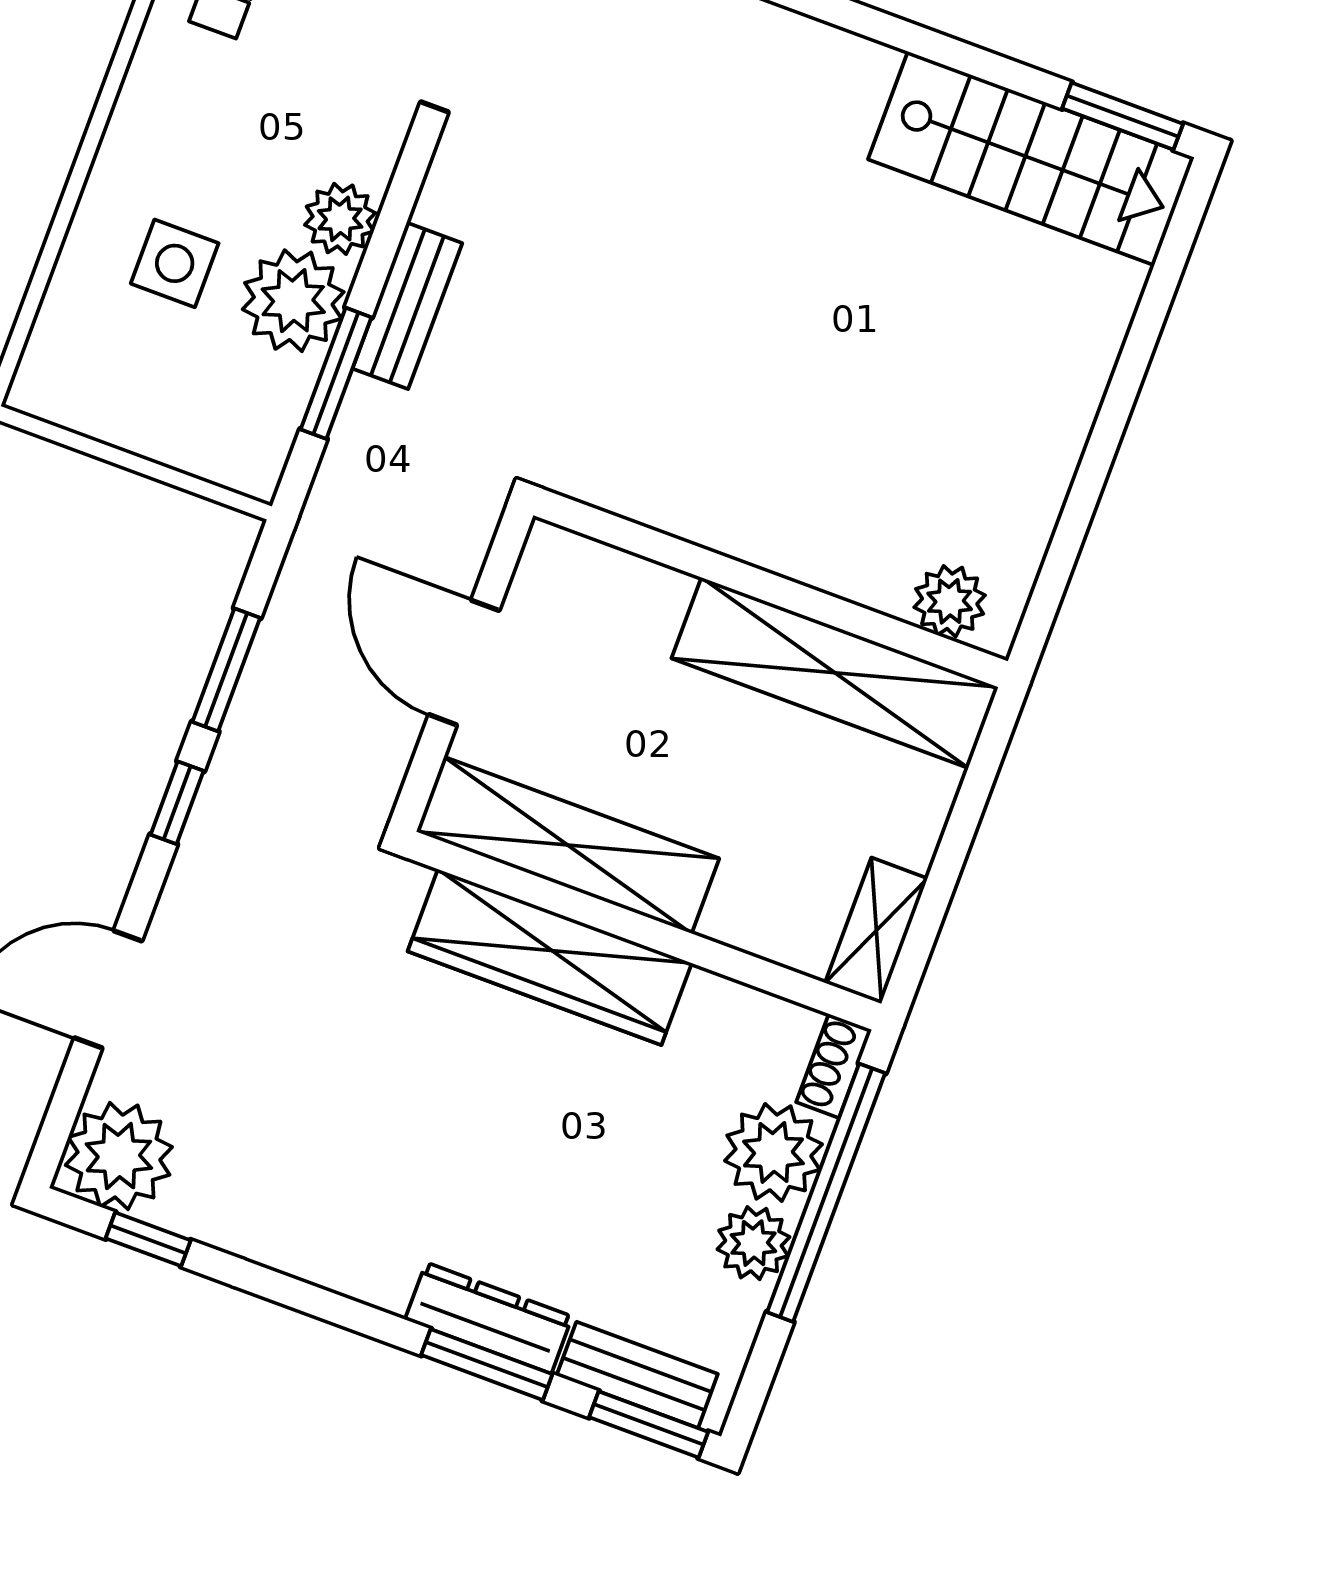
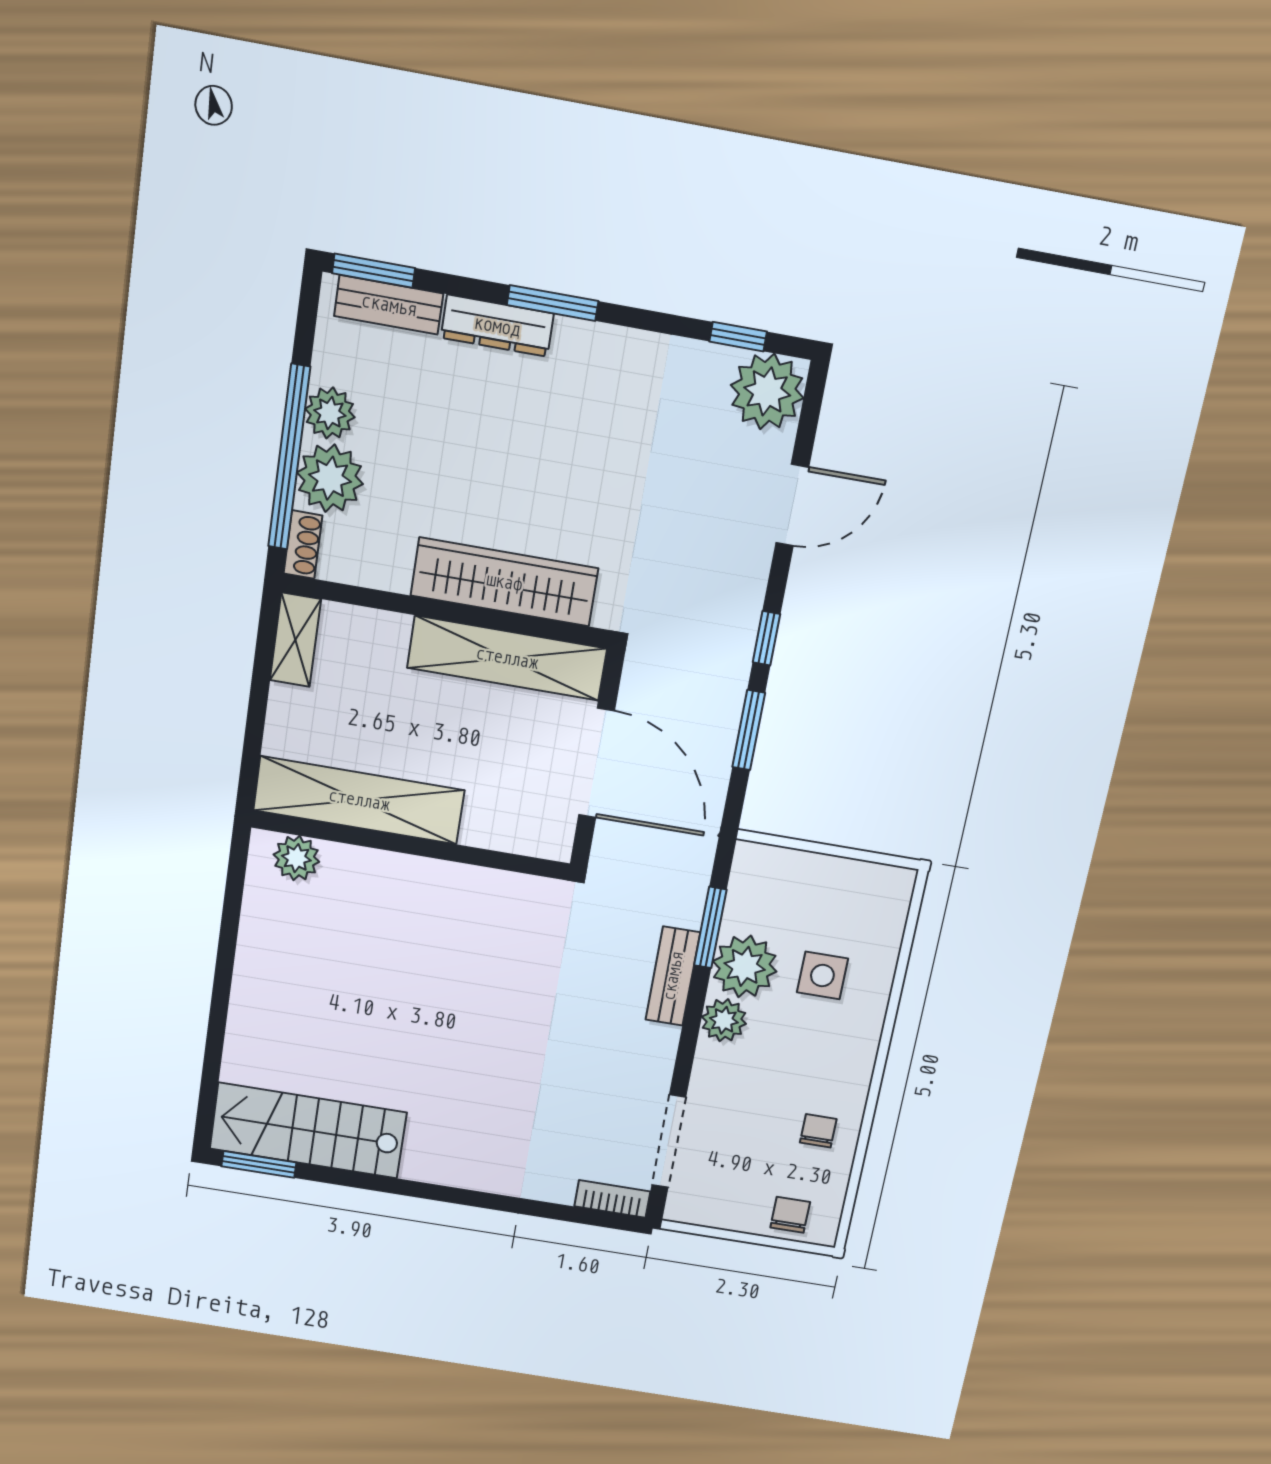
door: (464, 663) -> (596, 763), width x1.36
window: (487, 1365) -> (553, 303), moved

